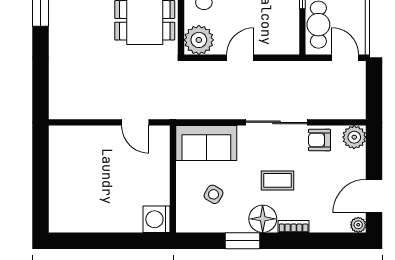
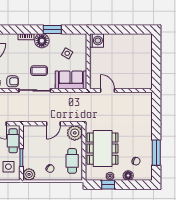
coffee table: (277, 180) -> (39, 71), moved

